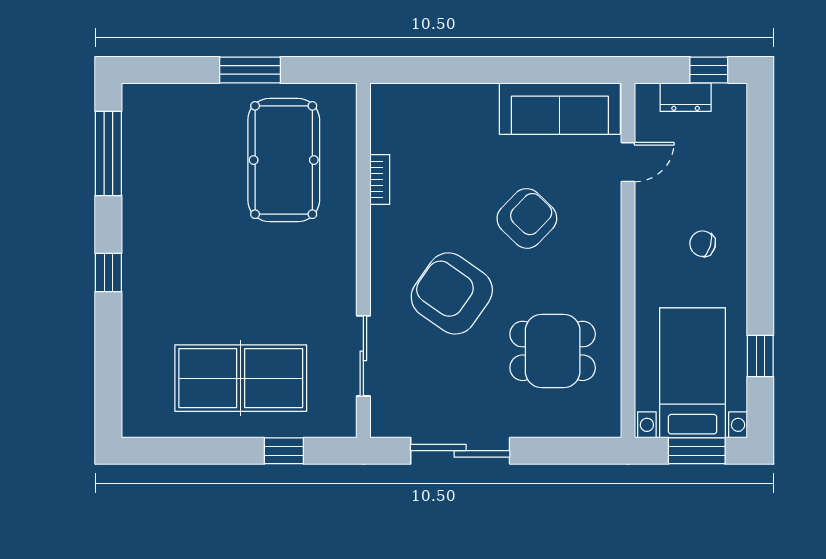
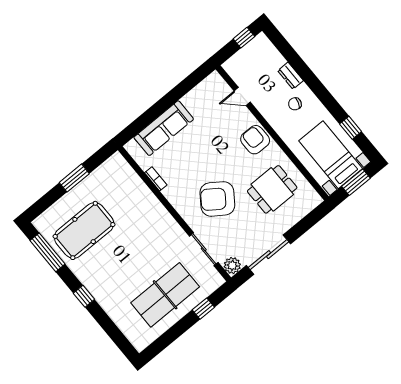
dresser: (686, 97) -> (290, 76), moved, turned 90
sofa: (560, 109) -> (164, 128), moved
pool table: (284, 160) -> (84, 230), moved, turned 90
door: (628, 162) -> (242, 96), swing flipped
armchair: (527, 218) -> (255, 140), moved, turned -44
plant: (387, 420) -> (232, 266), added

